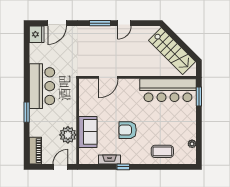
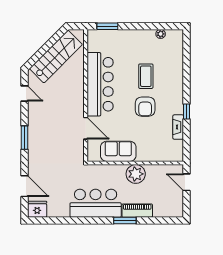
door: (124, 23) -> (25, 94), moved
bar counter: (168, 90) -> (100, 84), moved
sofa: (88, 132) -> (118, 151), moved
plant: (68, 135) -> (136, 174), moved
piano: (35, 151) -> (137, 211), moved
coffee table: (162, 151) -> (146, 76), moved

